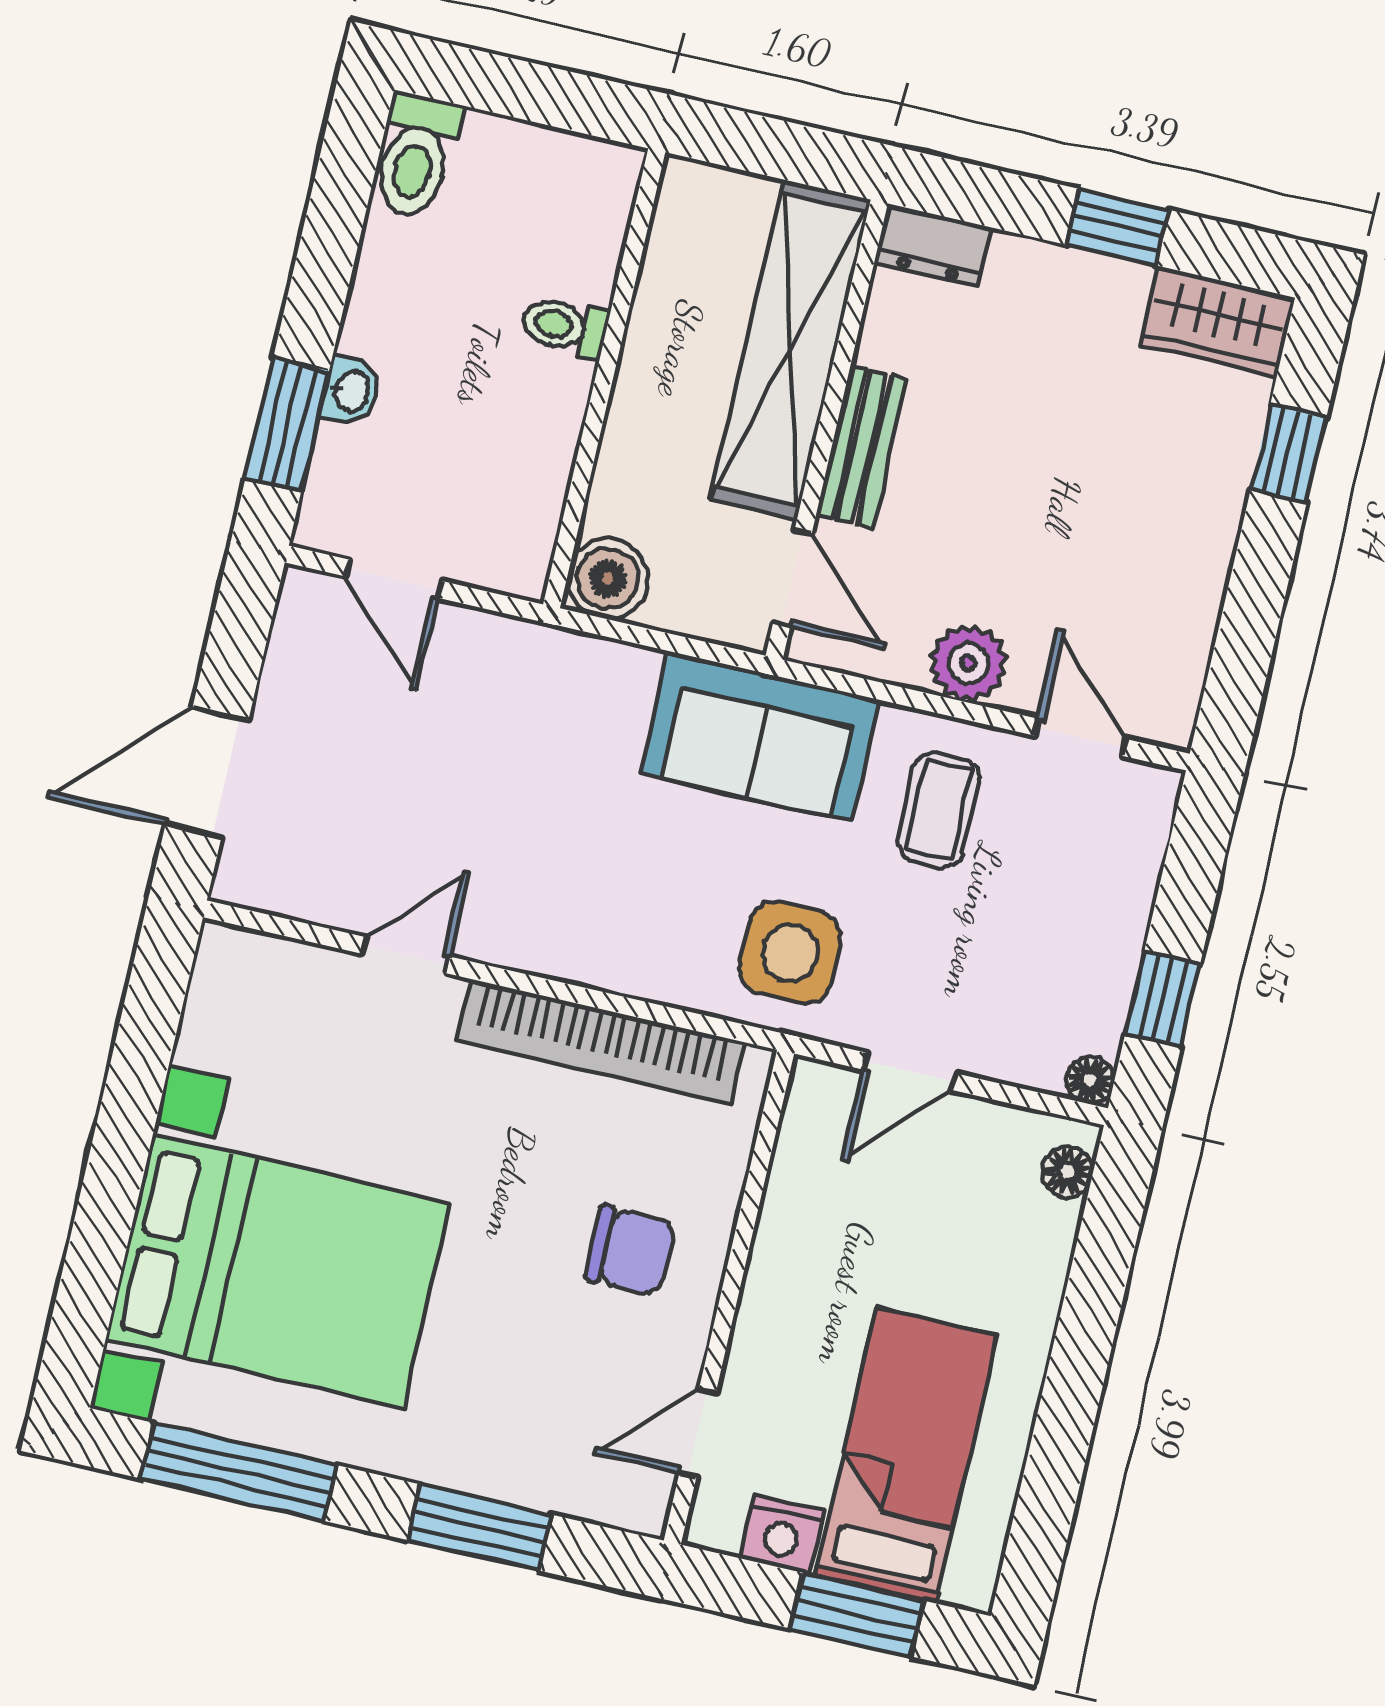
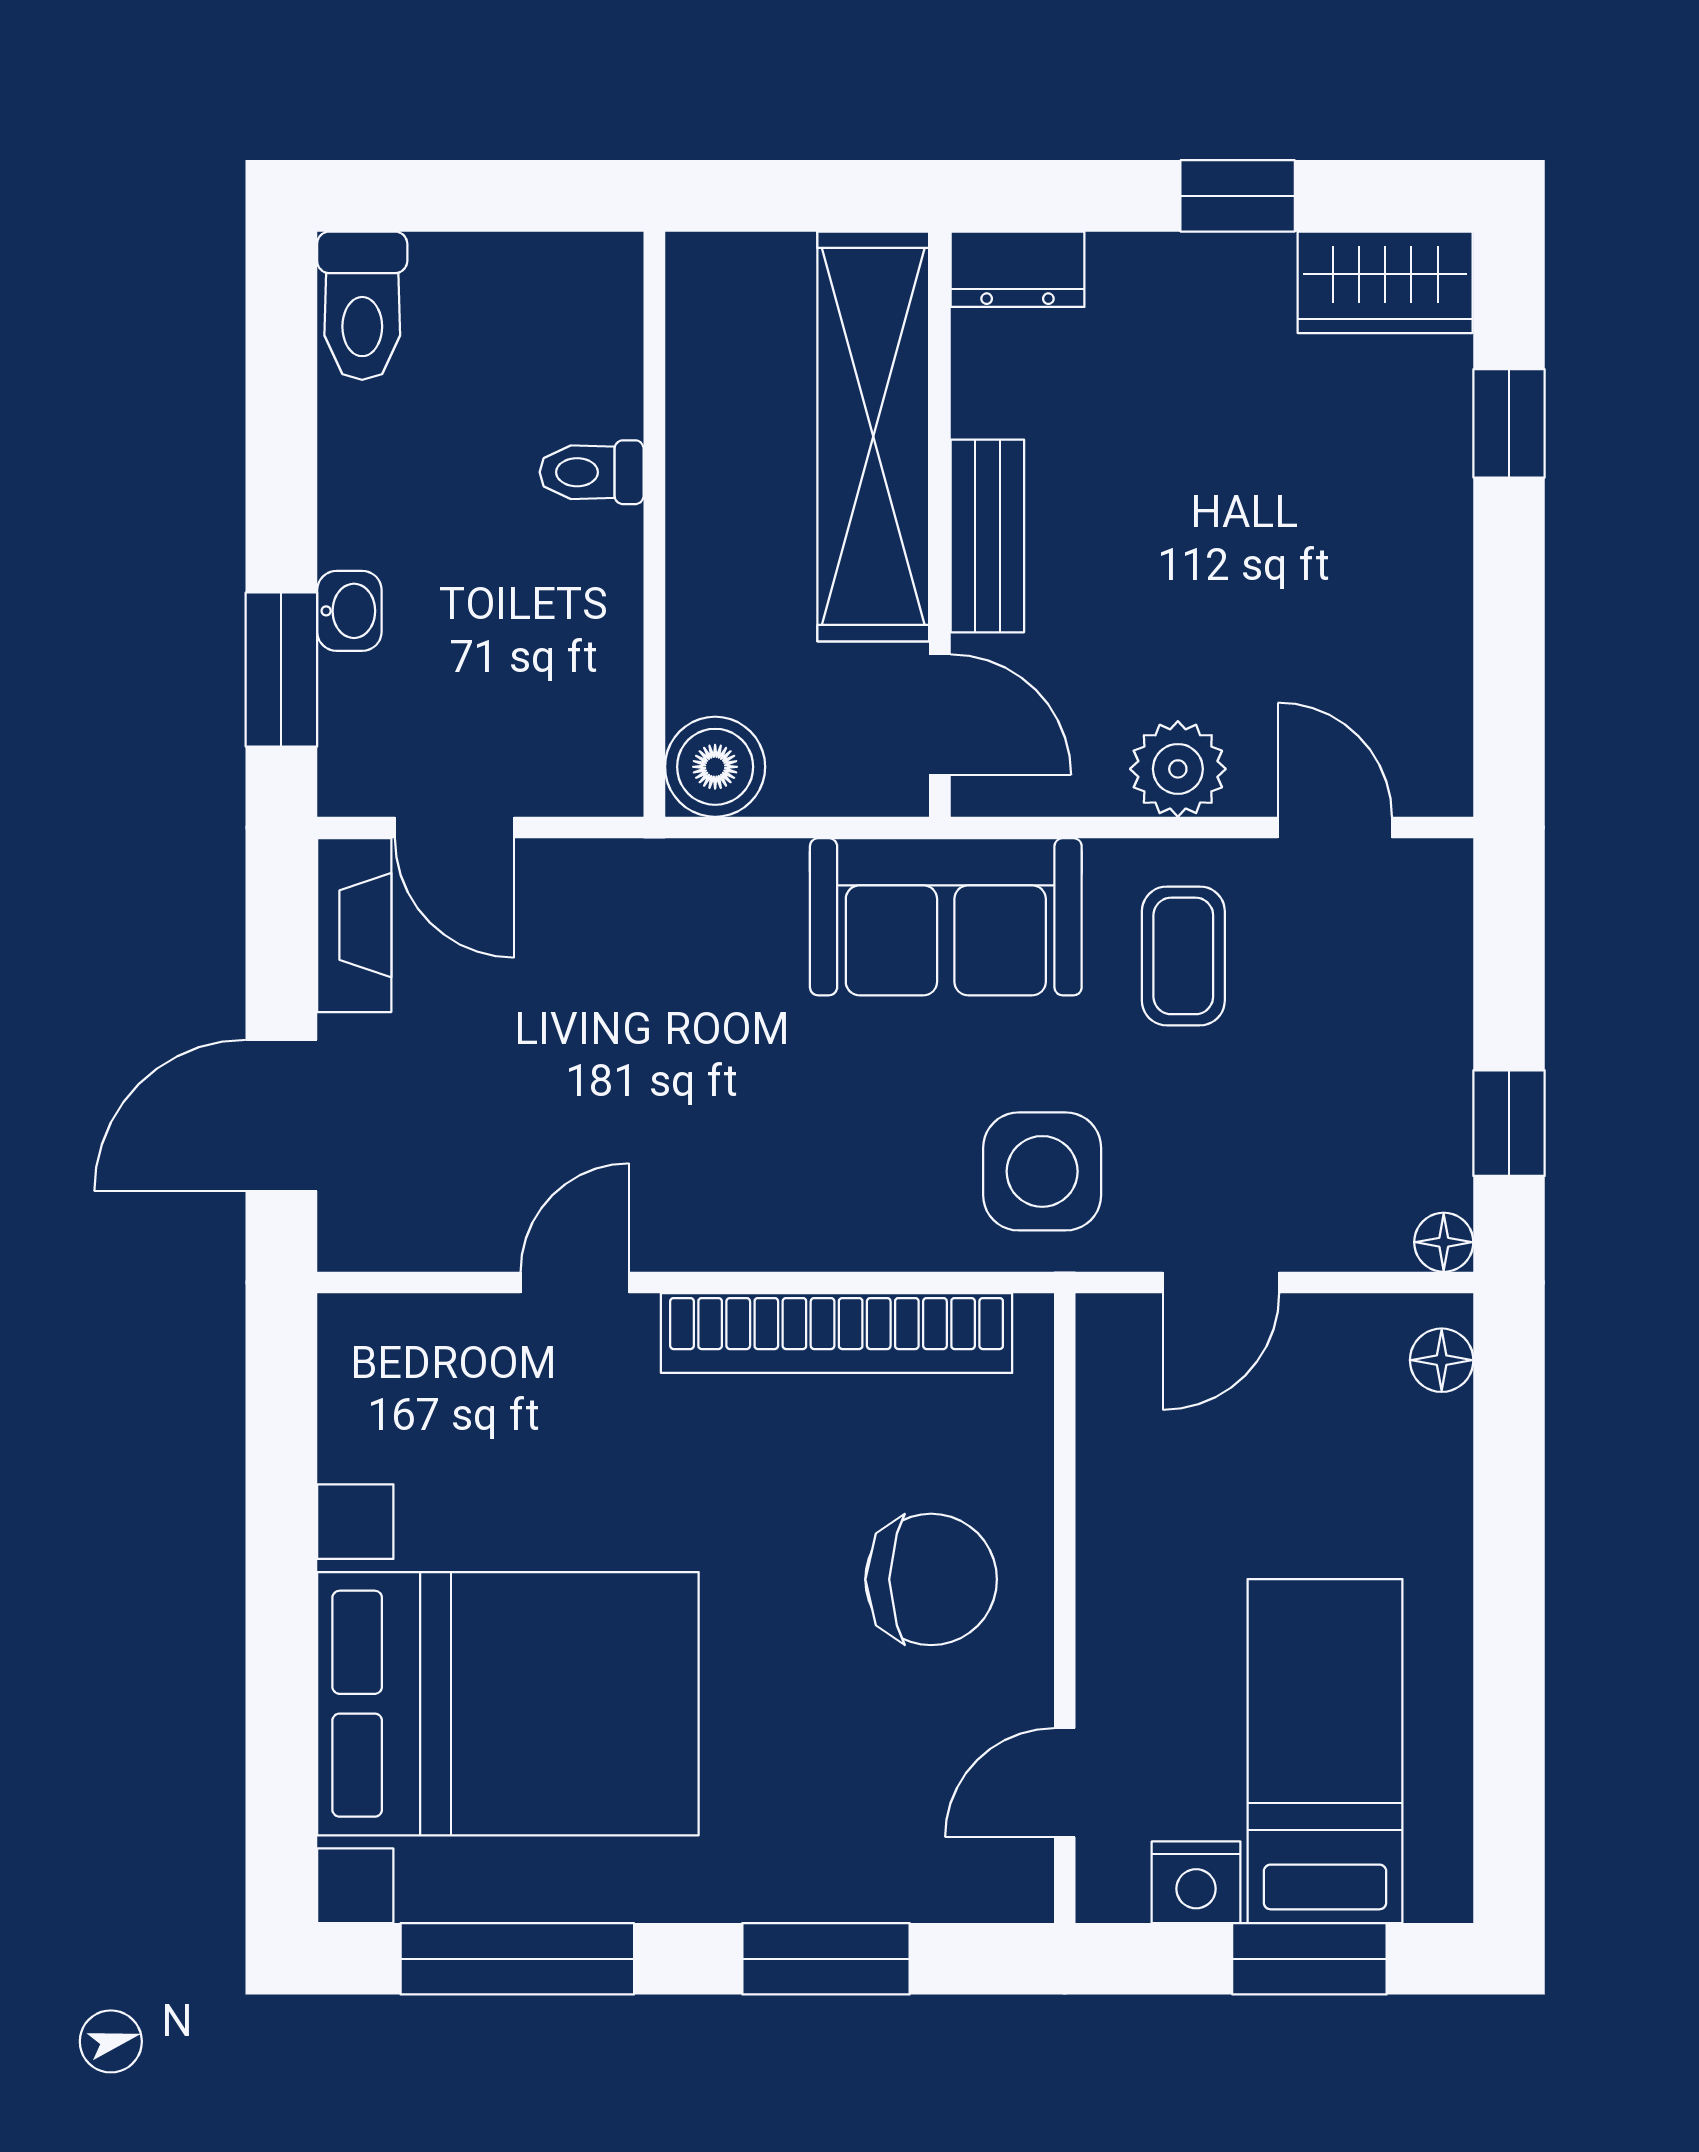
fireplace: (298, 637) -> (354, 925), added
chair: (630, 1251) -> (931, 1579), width x1.37, depth x1.37

